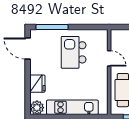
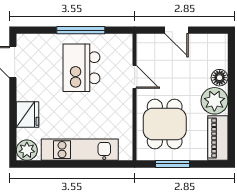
window: (52, 27) -> (81, 30), moved

